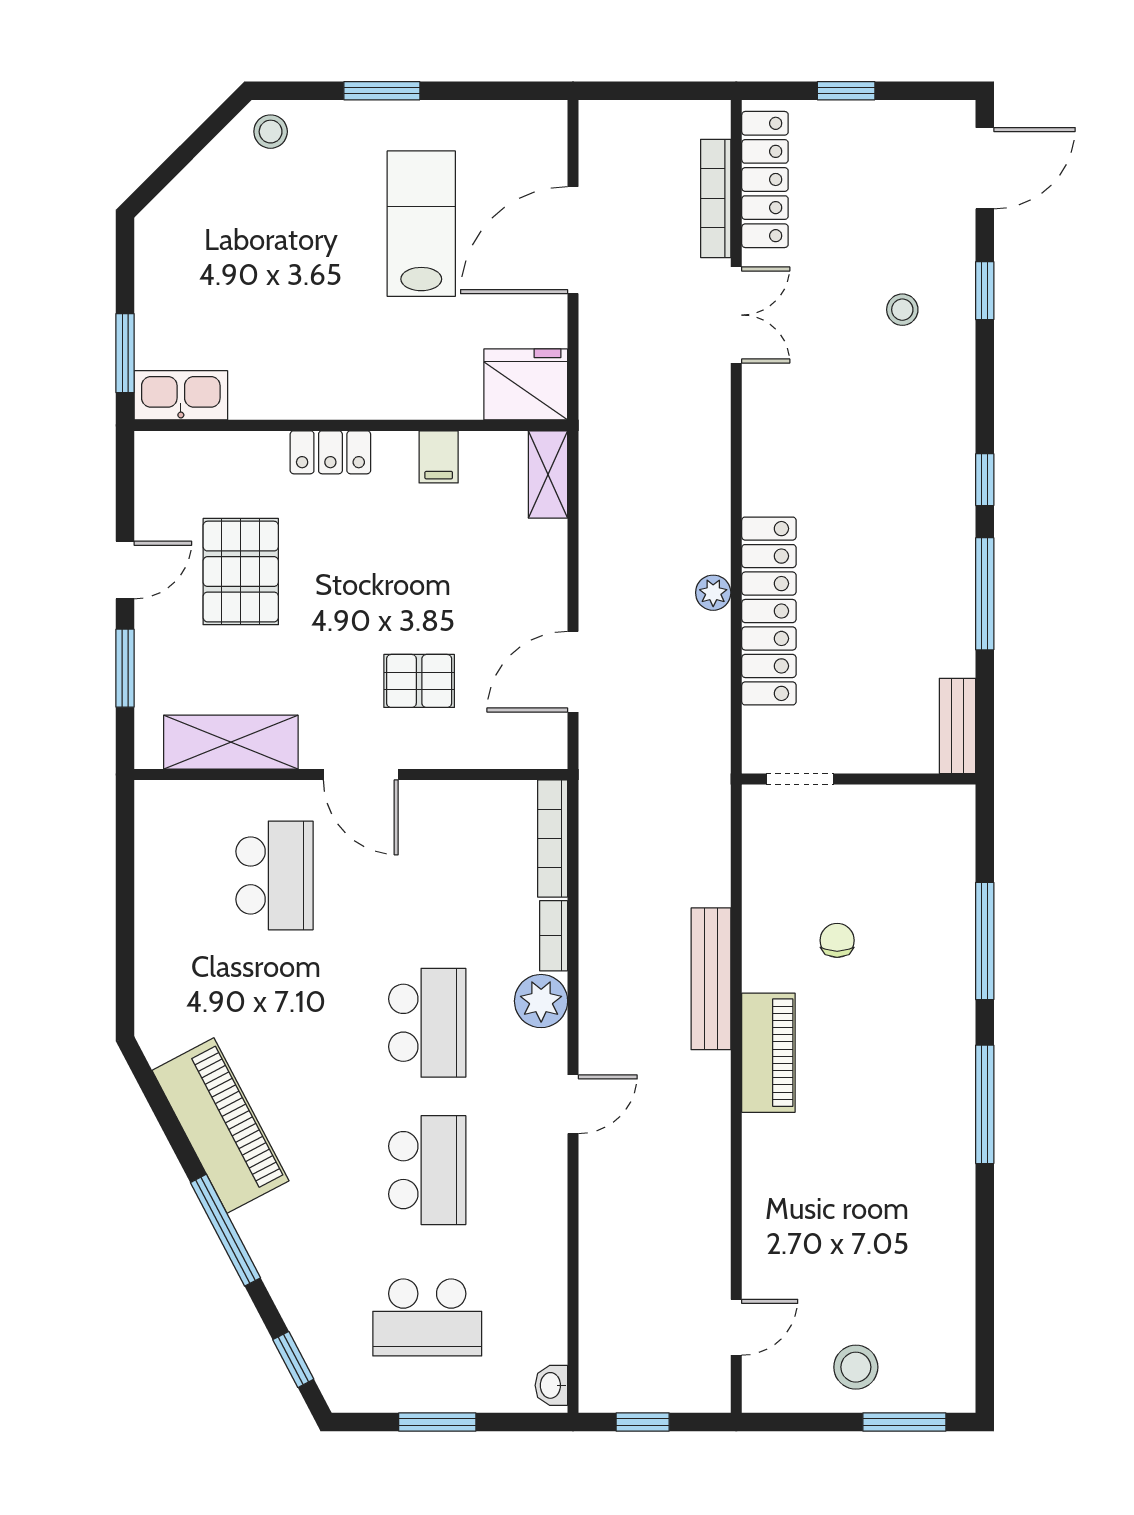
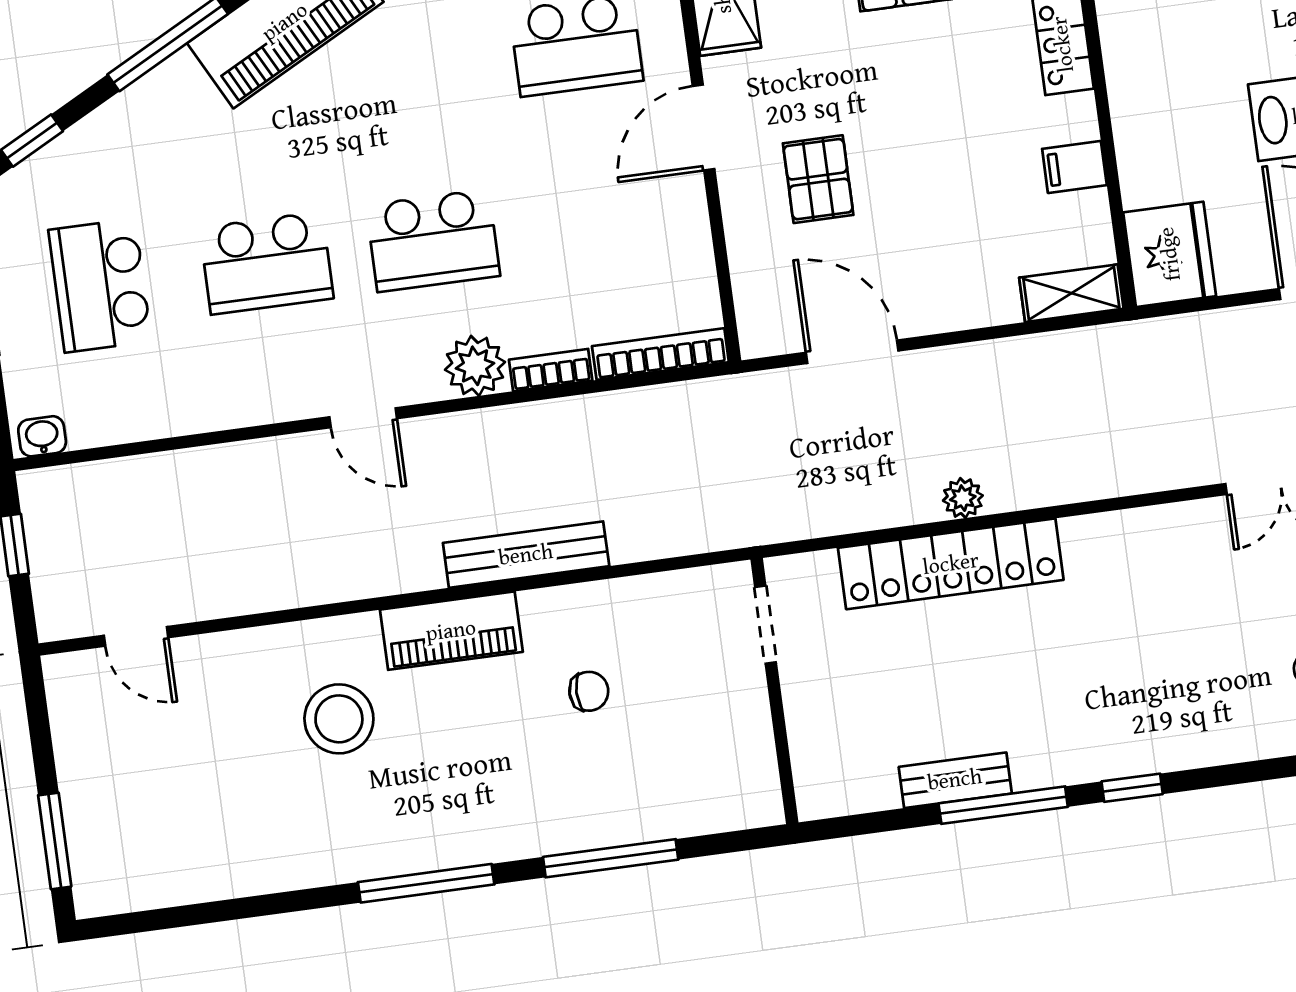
bench: (957, 726) -> (955, 780), moved
stool: (856, 1367) -> (339, 719), moved, width x1.38, depth x1.38

